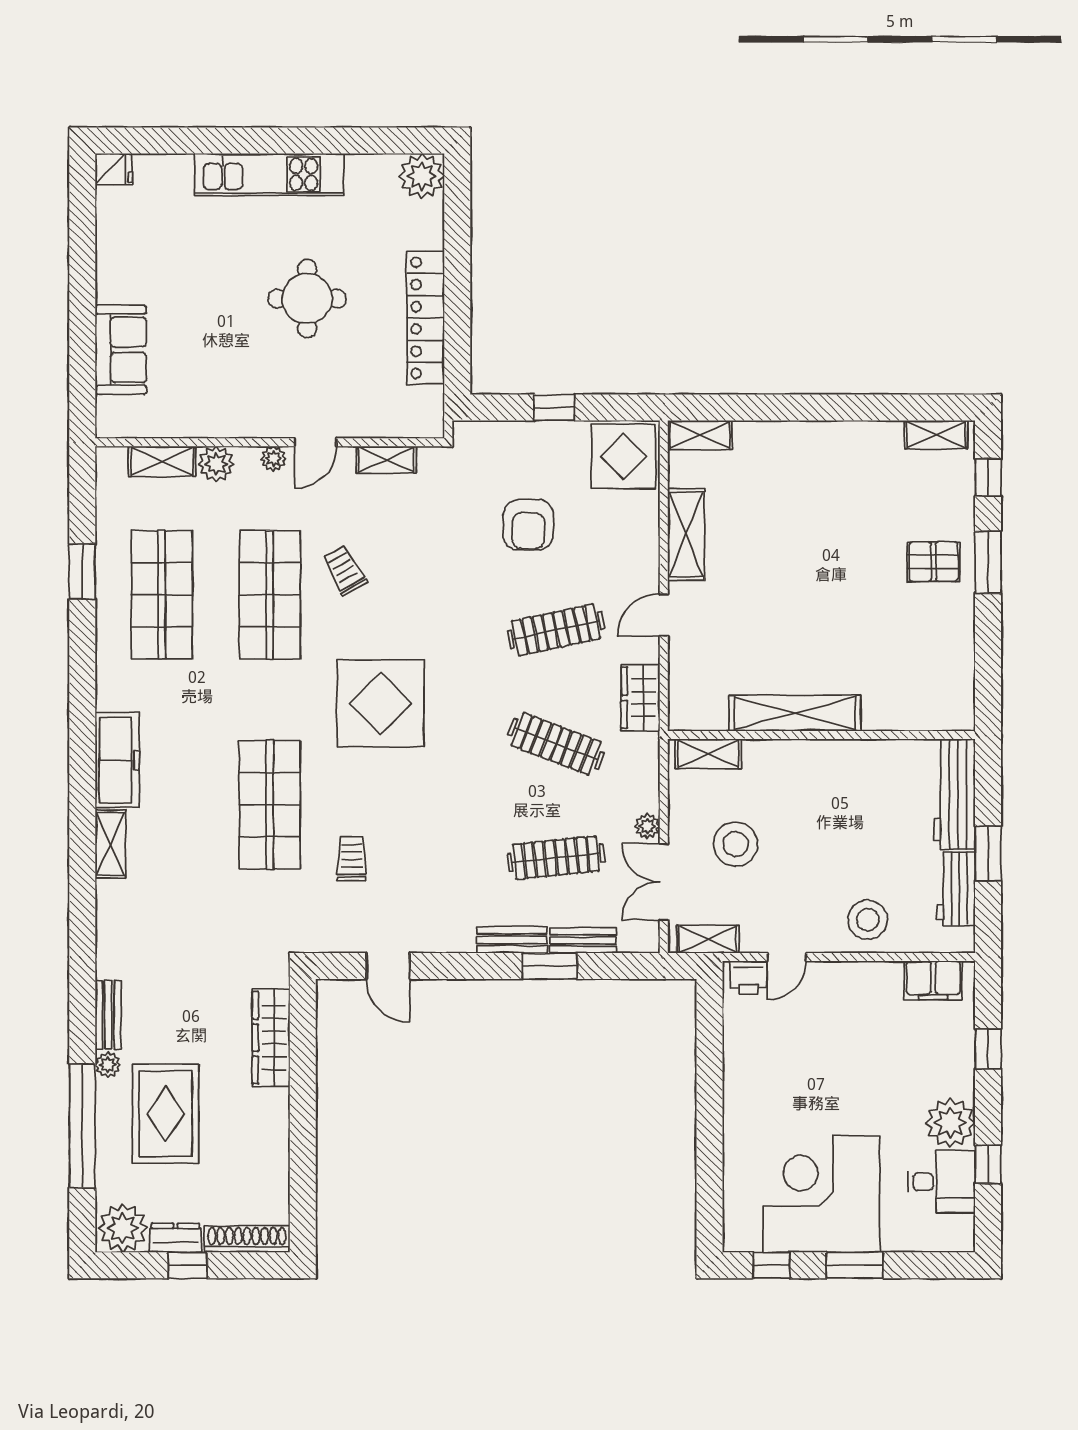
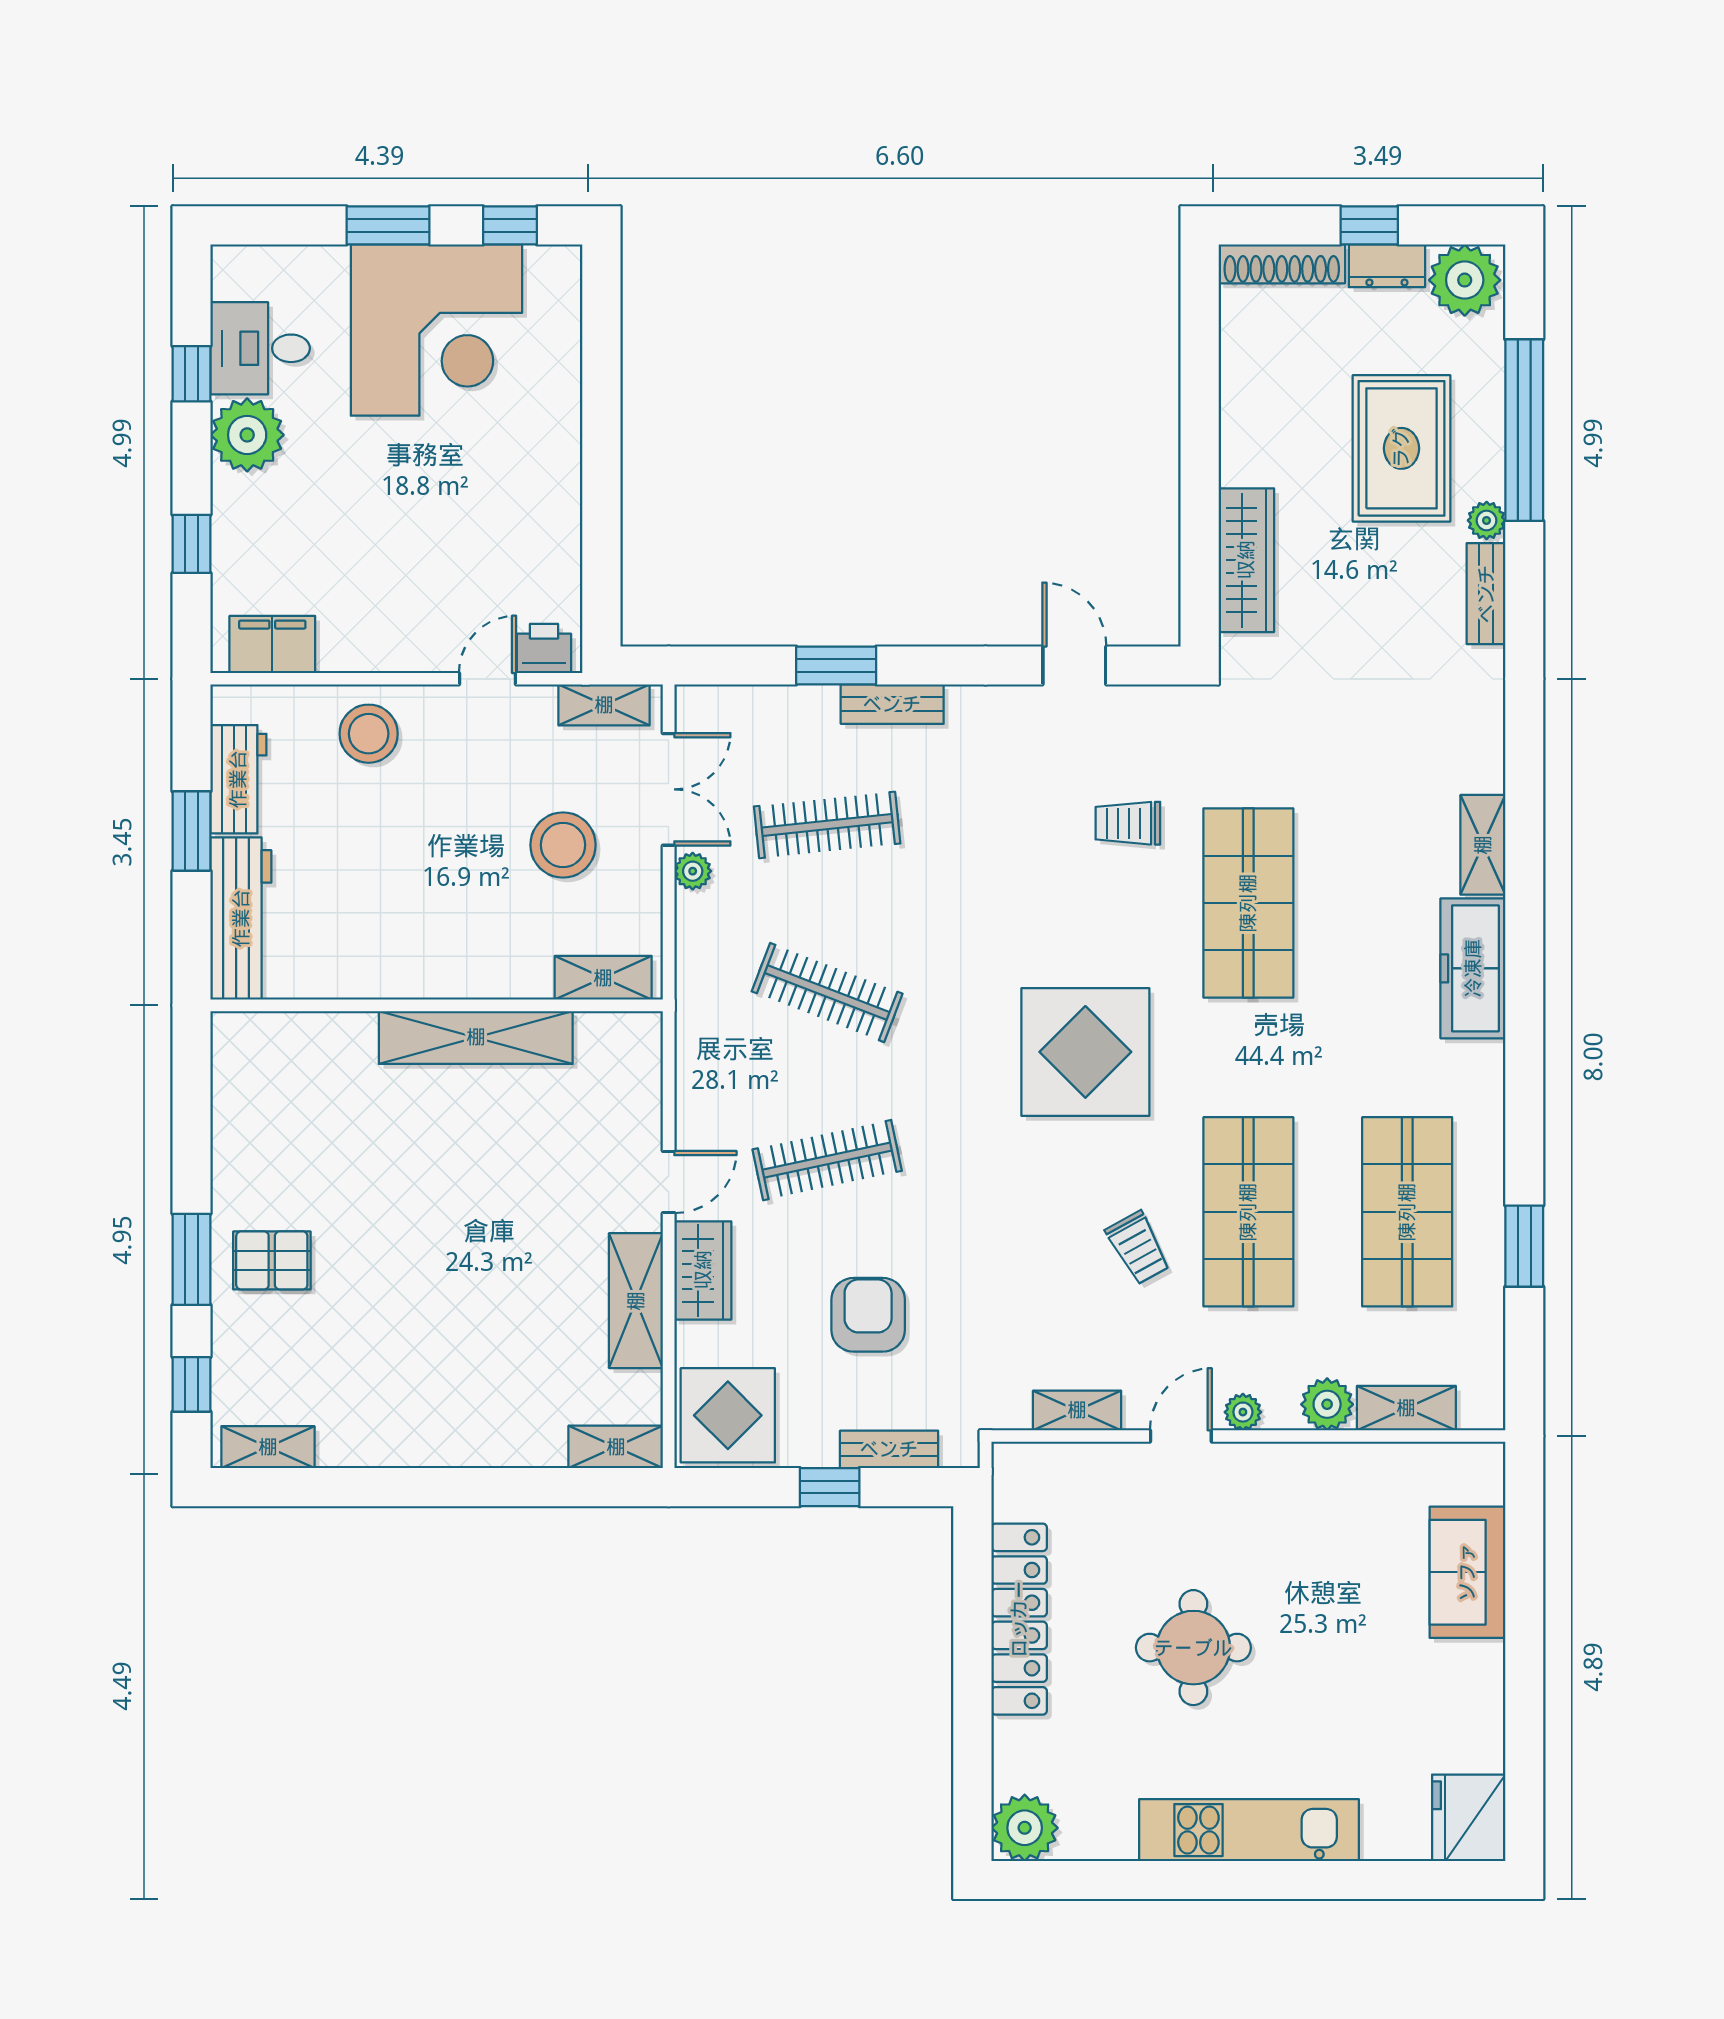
fridge: (114, 169) -> (1469, 1818), width x1.88, depth x1.34
wardrobe: (641, 698) -> (703, 1270), moved
trolley: (352, 859) -> (1128, 823), turned 90
bench: (583, 940) -> (889, 1449), moved

